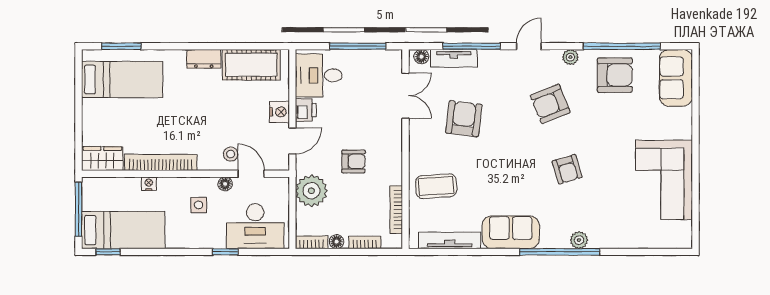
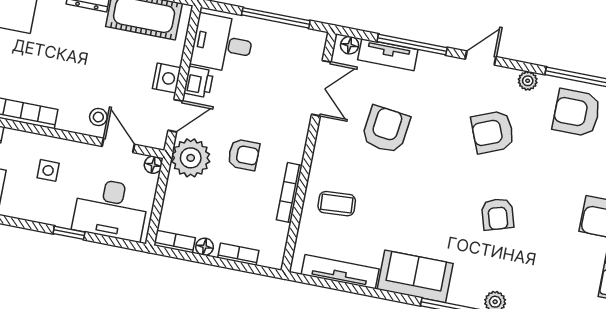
armchair: (615, 75) -> (577, 113), turned 180
floor lamp: (225, 184) -> (153, 165), moved
coffee table: (436, 186) -> (337, 204), width x0.73, depth x0.77
plant: (311, 191) -> (191, 158), moved
bookcase: (396, 210) -> (289, 193), moved

